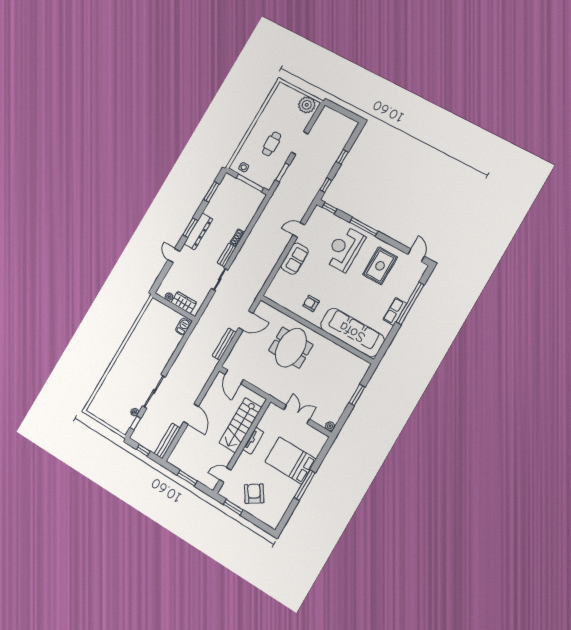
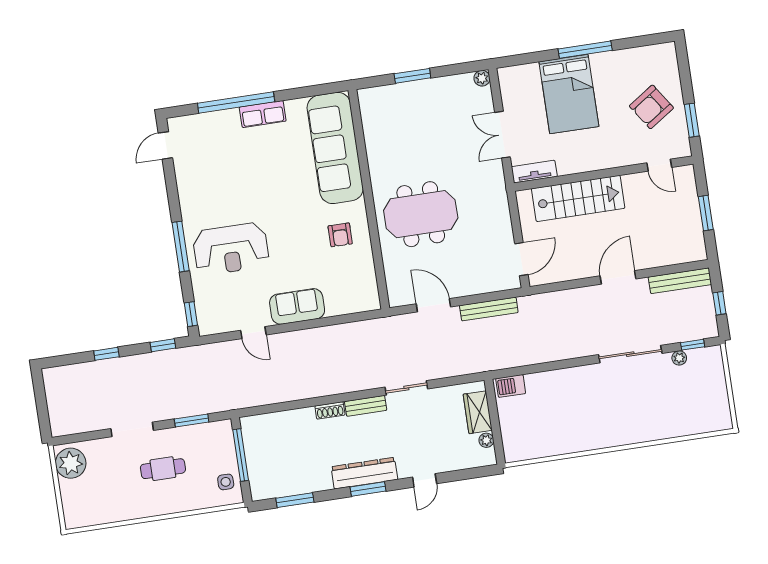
rug: (380, 266) -> (217, 182), removed
tv unit: (253, 441) -> (534, 172), moved

